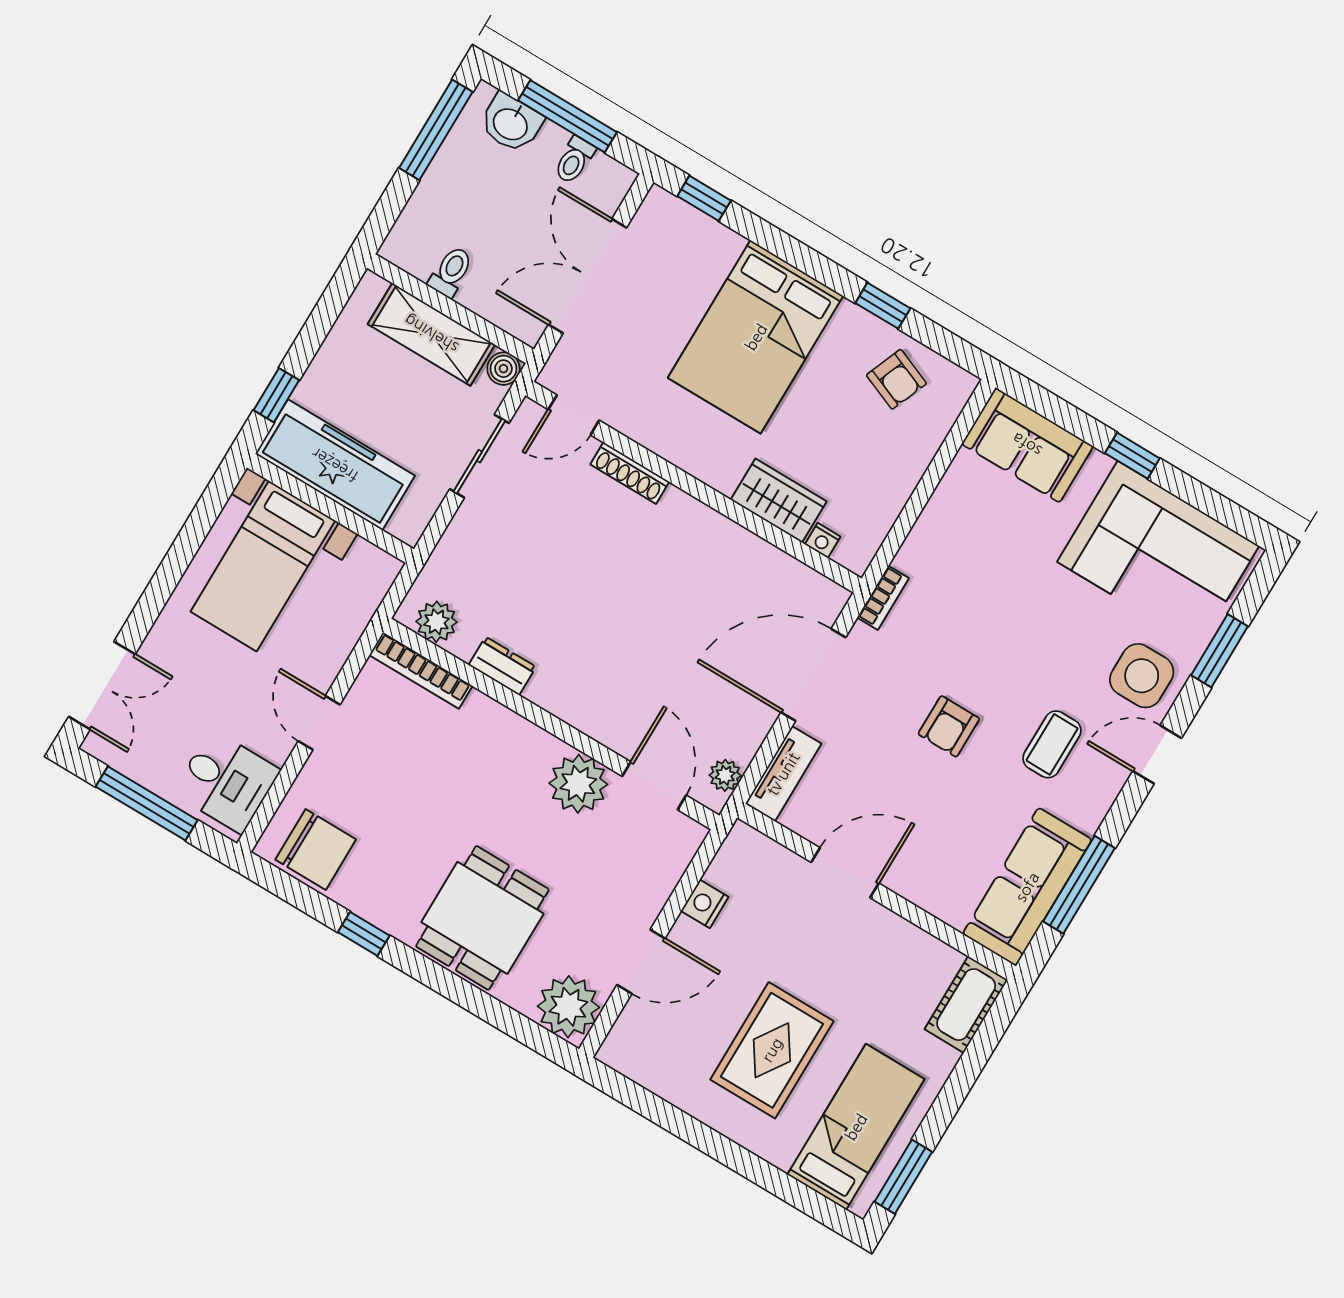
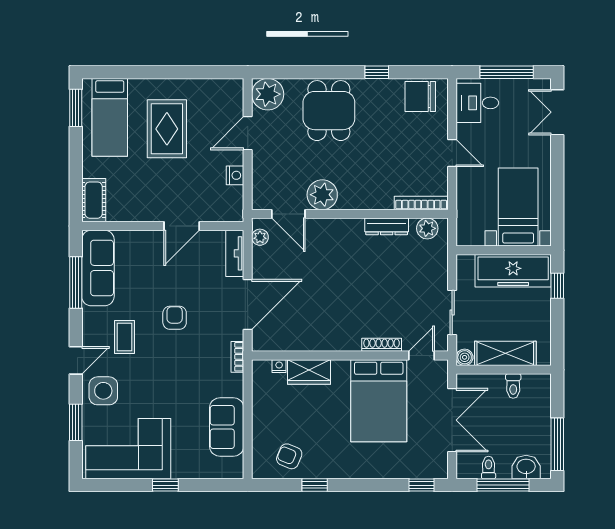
bed: (756, 337) -> (379, 401), moved, turned 180
sofa: (1027, 445) -> (227, 427), moved, turned -90
dresser: (502, 666) -> (387, 226), width x1.44

